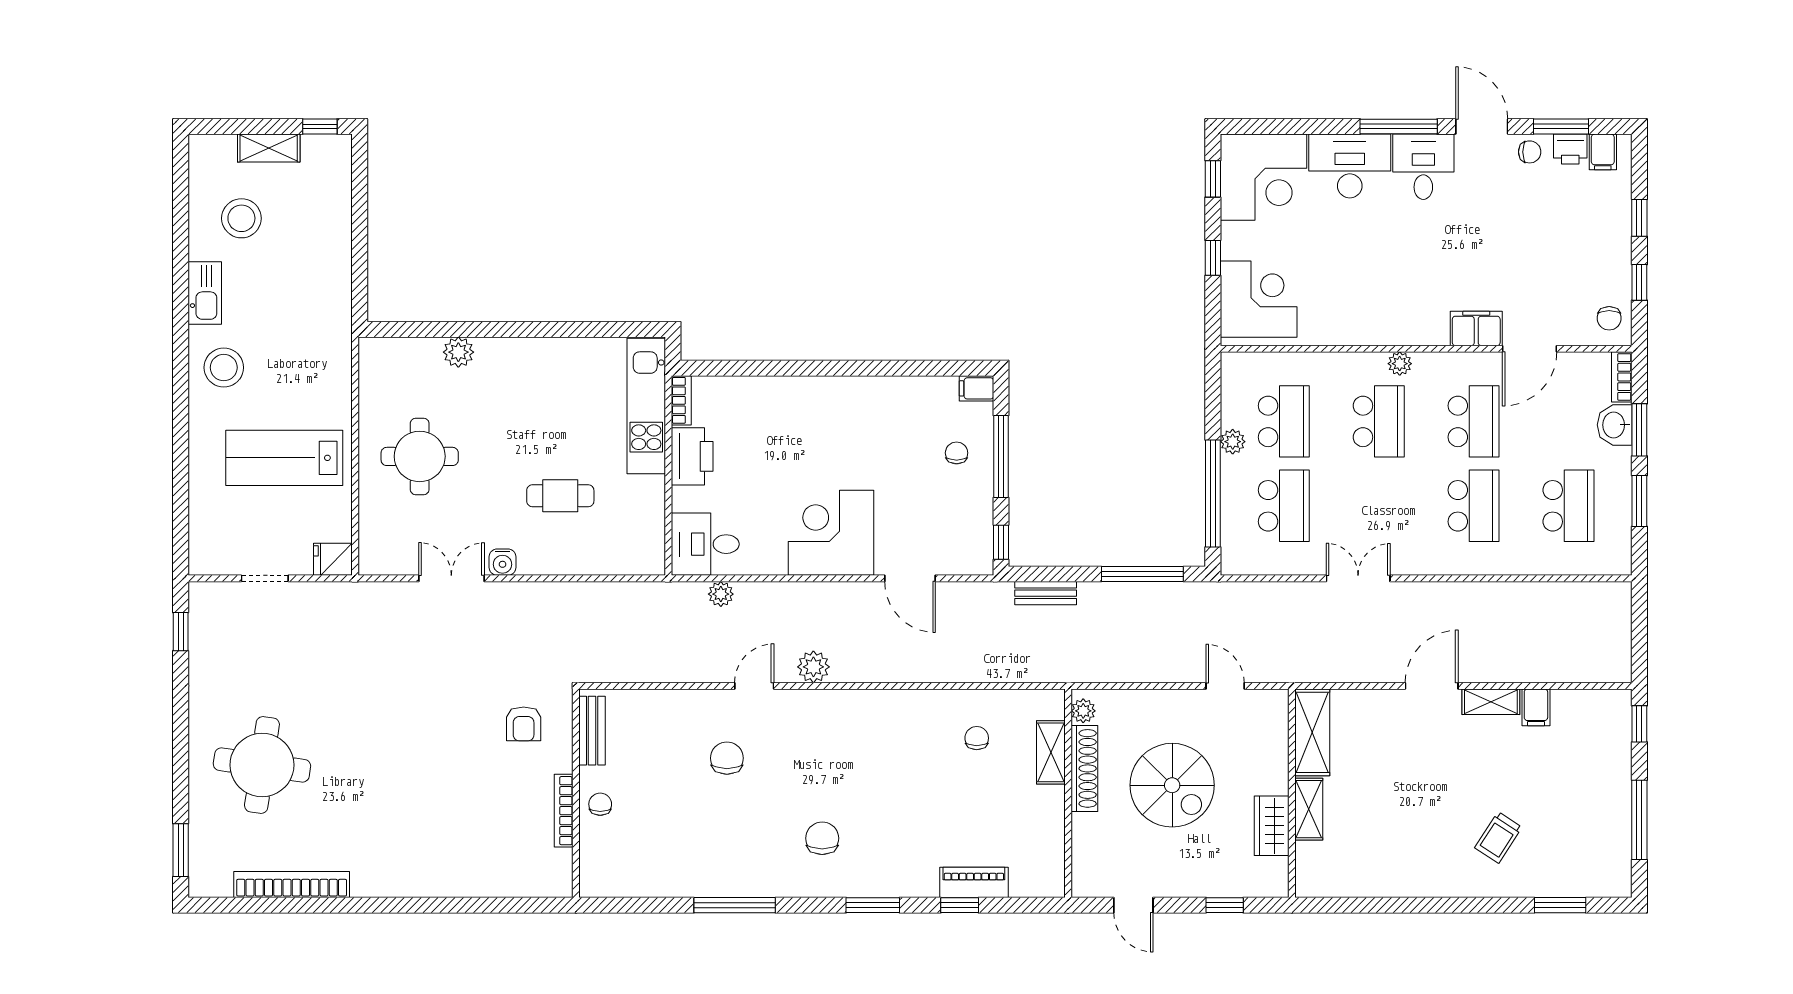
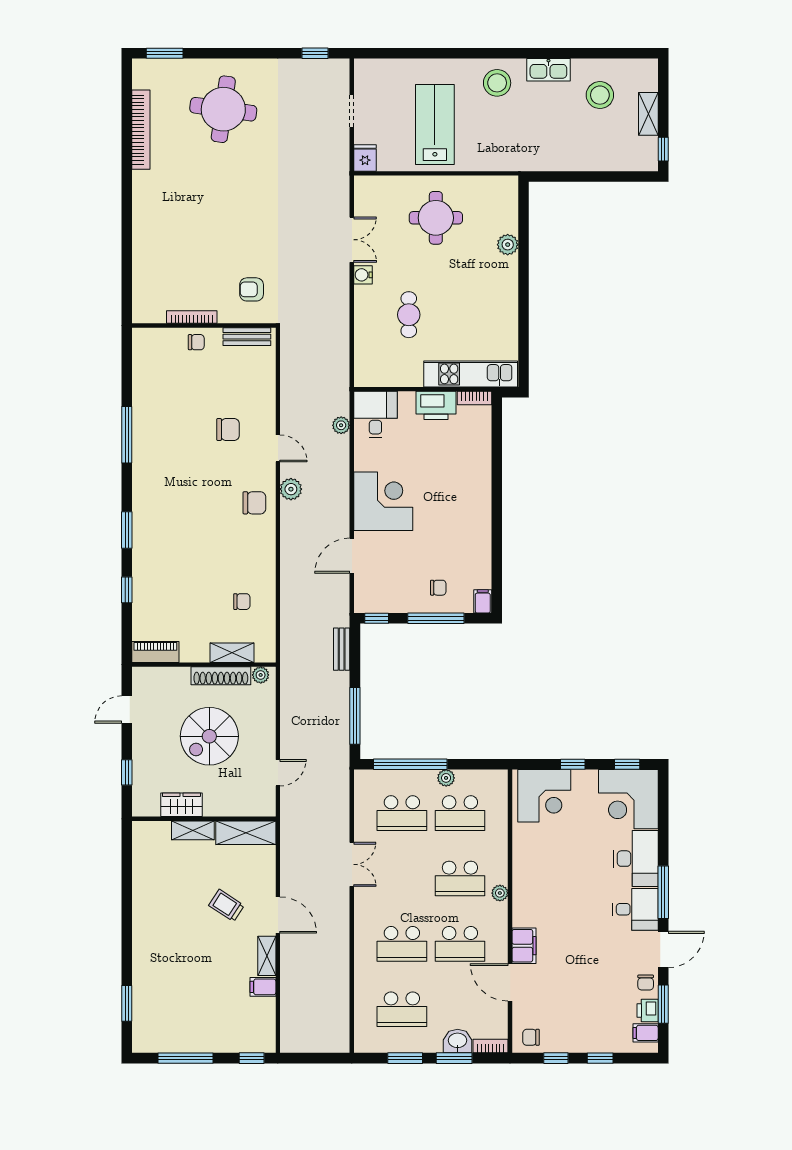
trolley: (1498, 837) -> (226, 905), moved
chair: (822, 838) -> (254, 503), moved
piano: (974, 882) -> (155, 652), moved, turned -90

